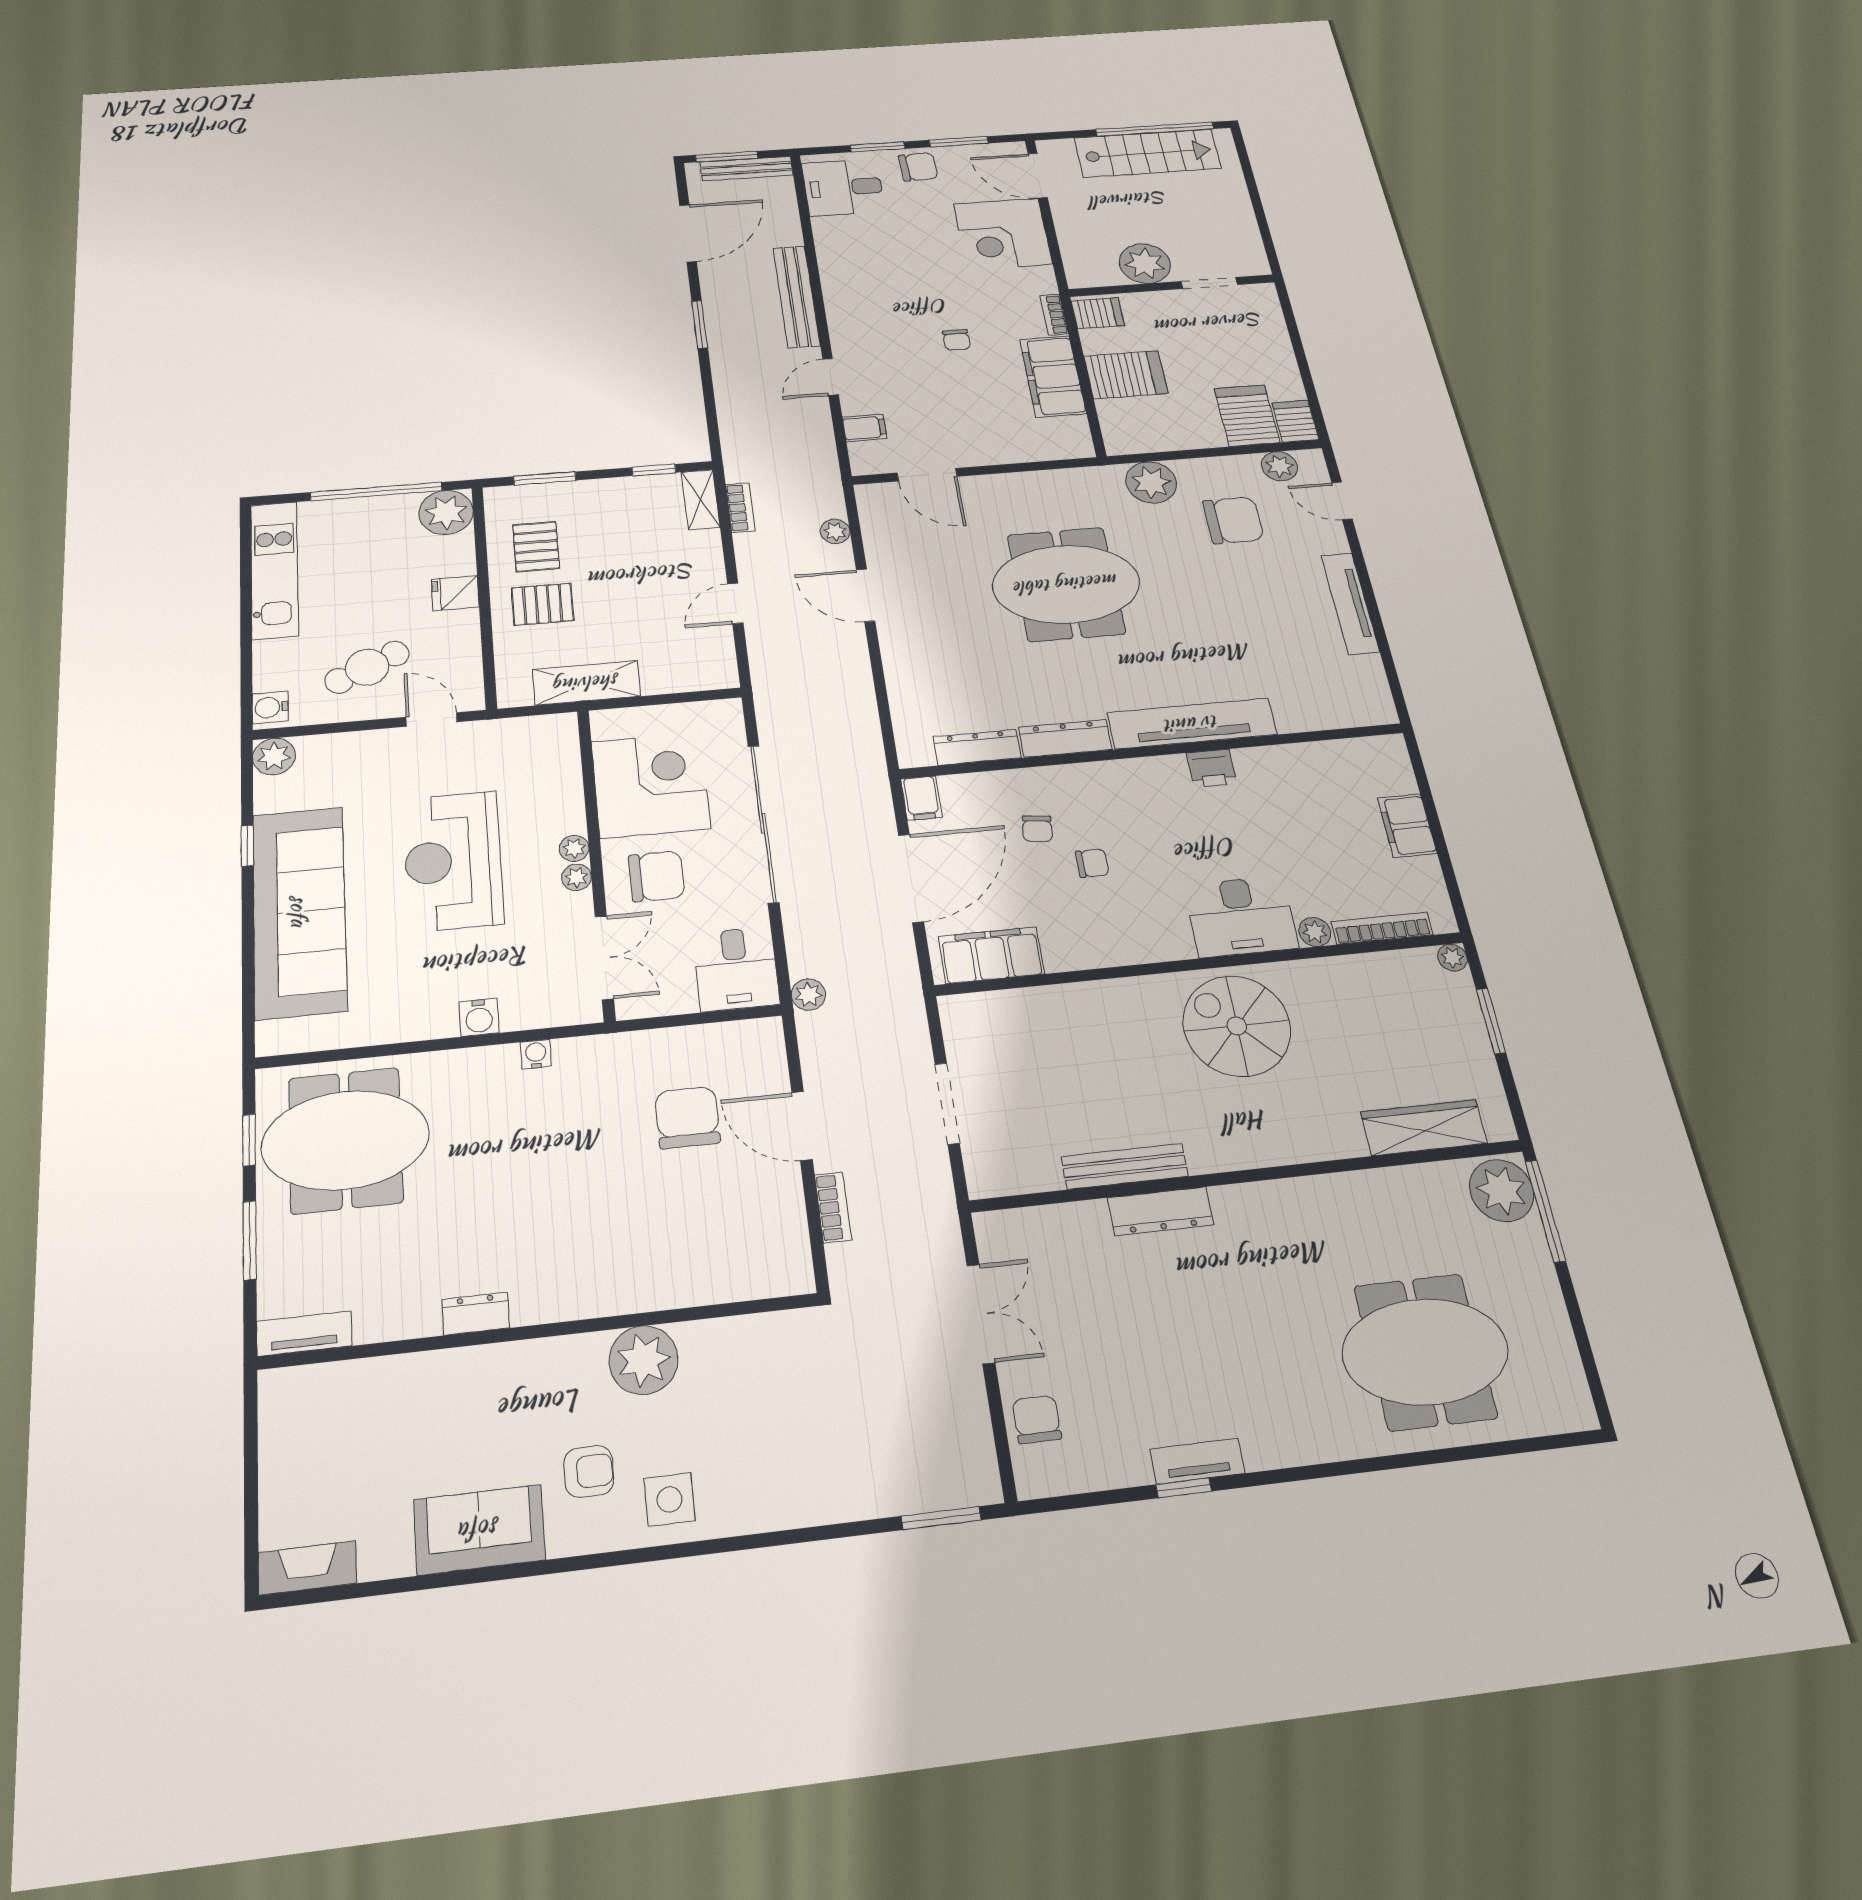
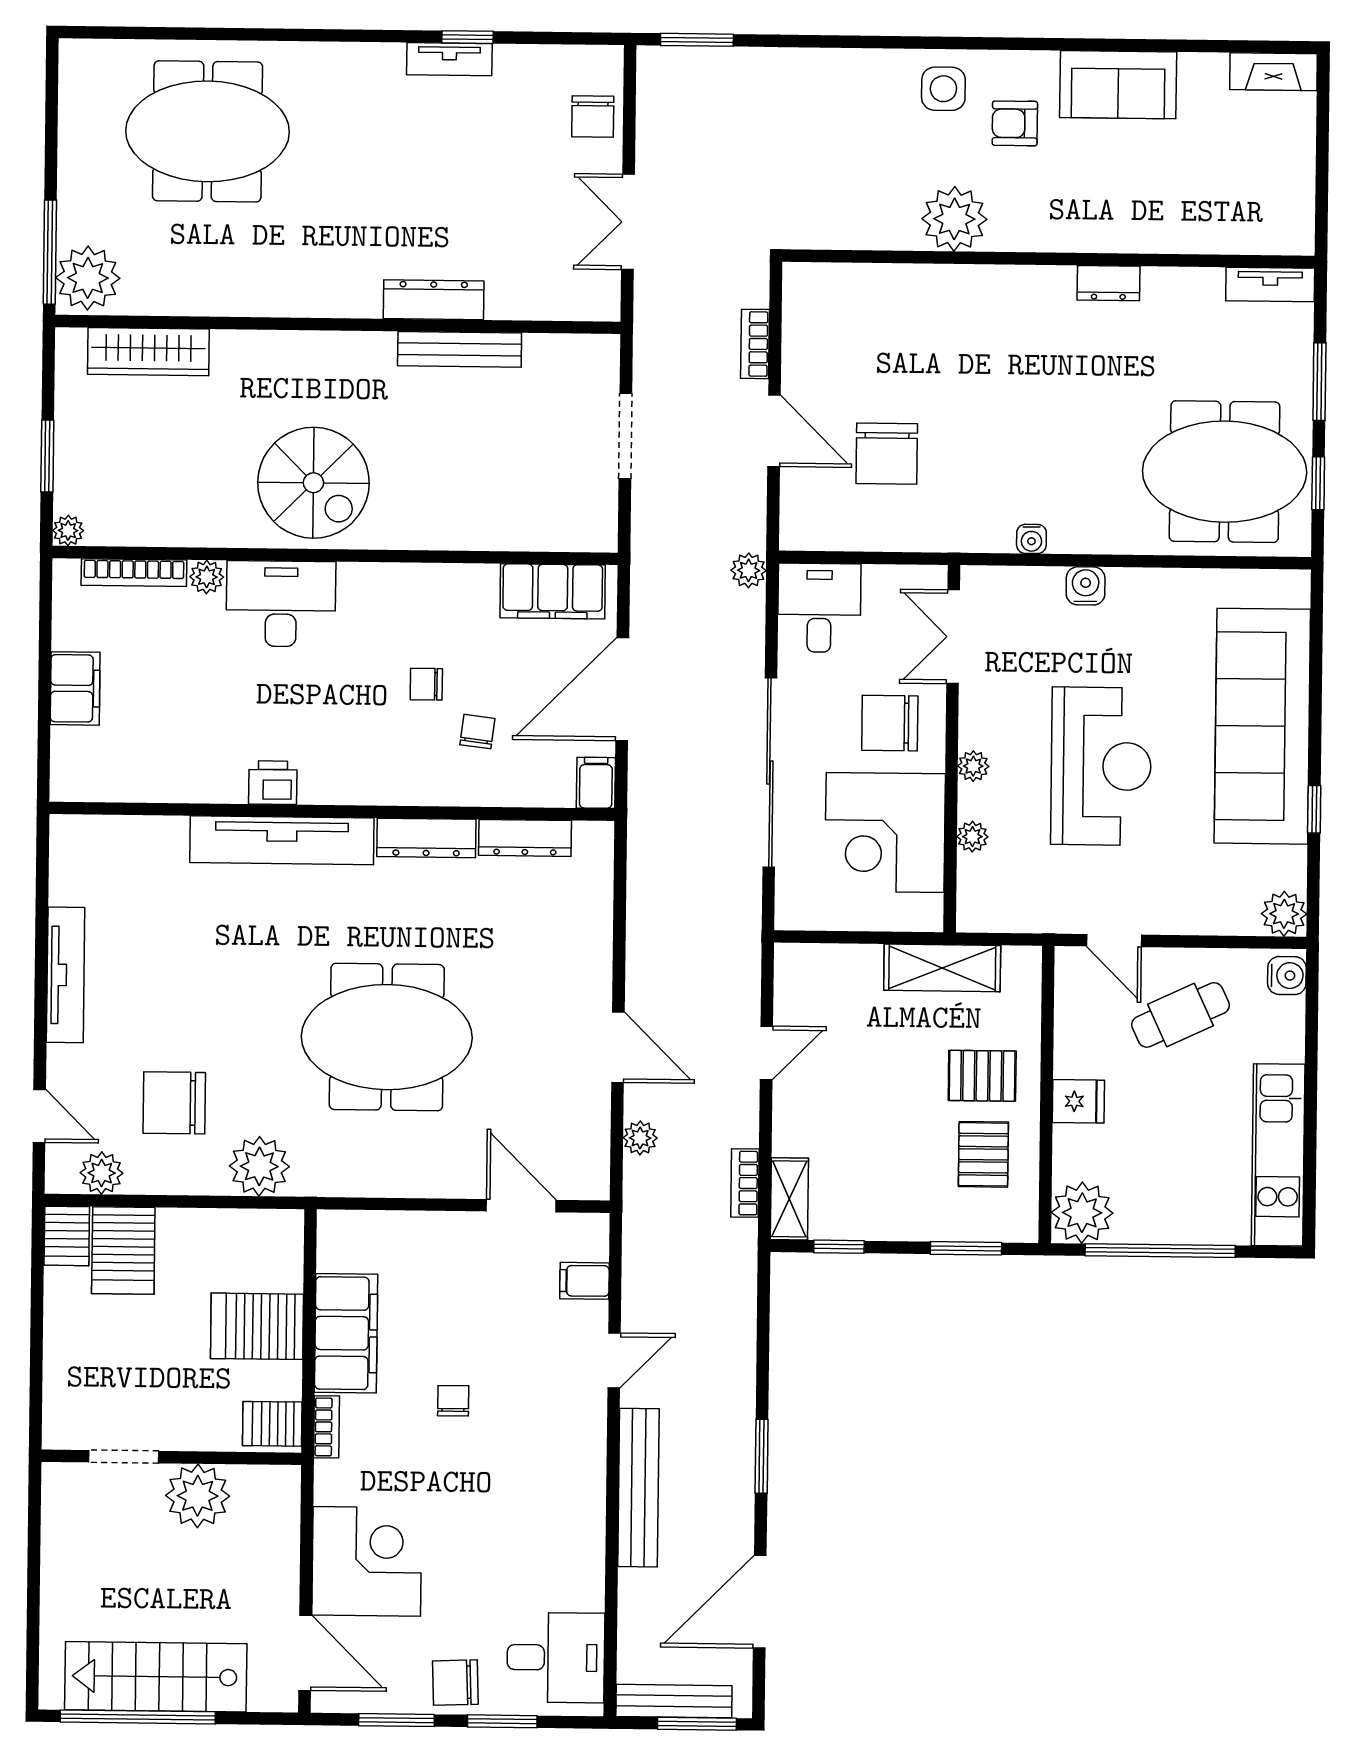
plant: (576, 877) -> (972, 837), moved

